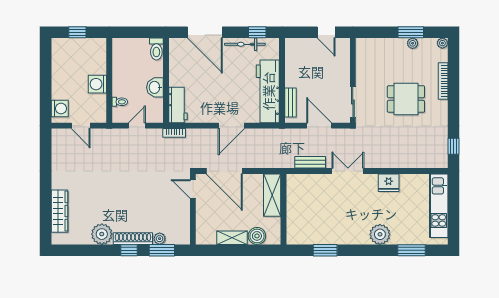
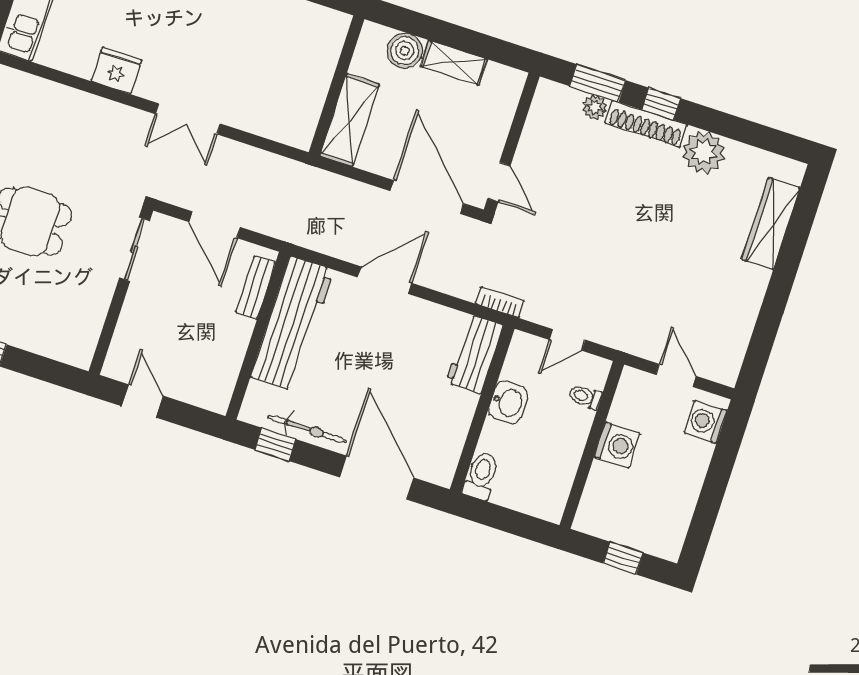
bench: (310, 162) -> (255, 160), removed

